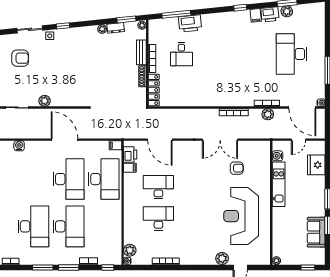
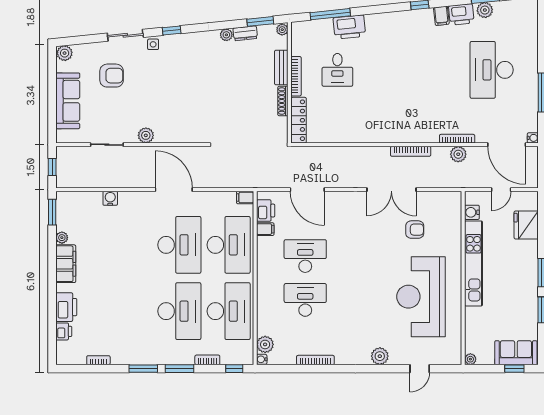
kitchen unit: (279, 184) -> (474, 263), width x1.36
desk: (33, 226) -> (229, 311), moved
sofa: (316, 232) -> (516, 353), moved, turned 90
plant: (222, 259) -> (380, 356), moved

